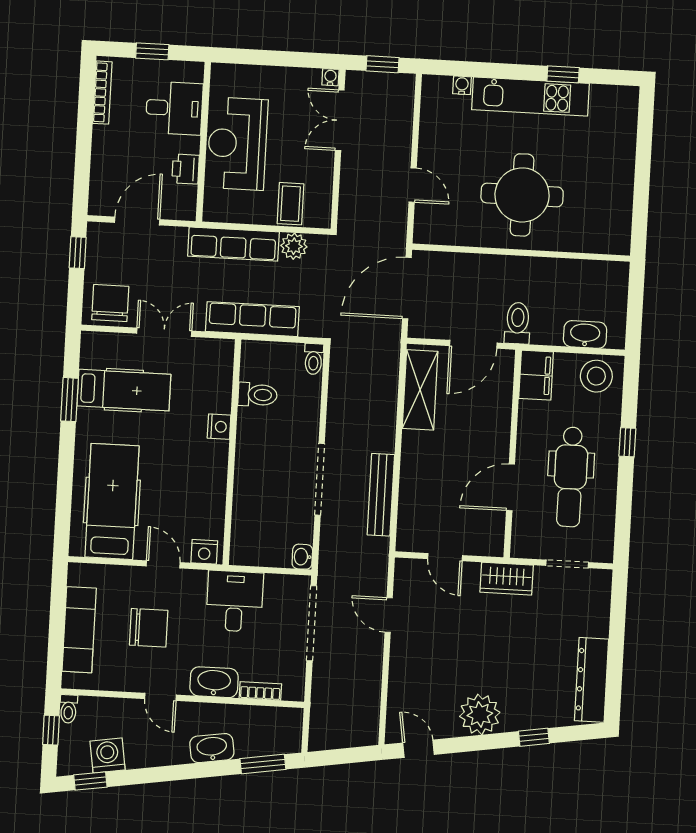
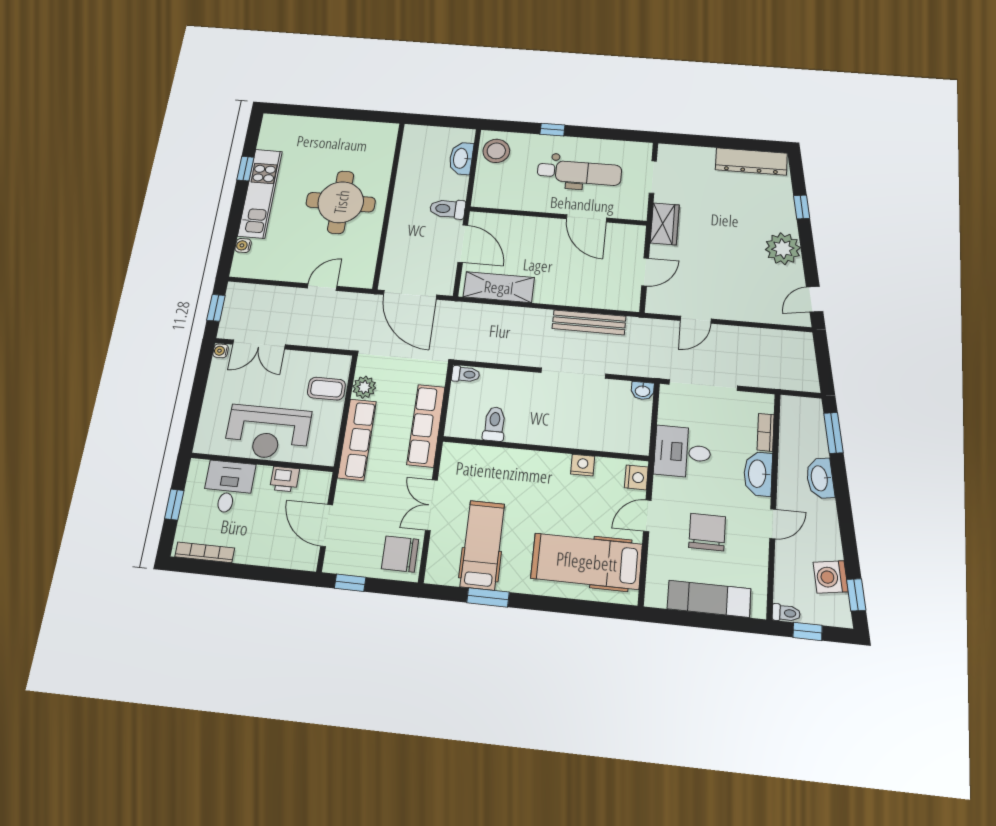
filing cabinet: (536, 375) -> (492, 196), removed
nightstand: (219, 427) -> (583, 465), moved

